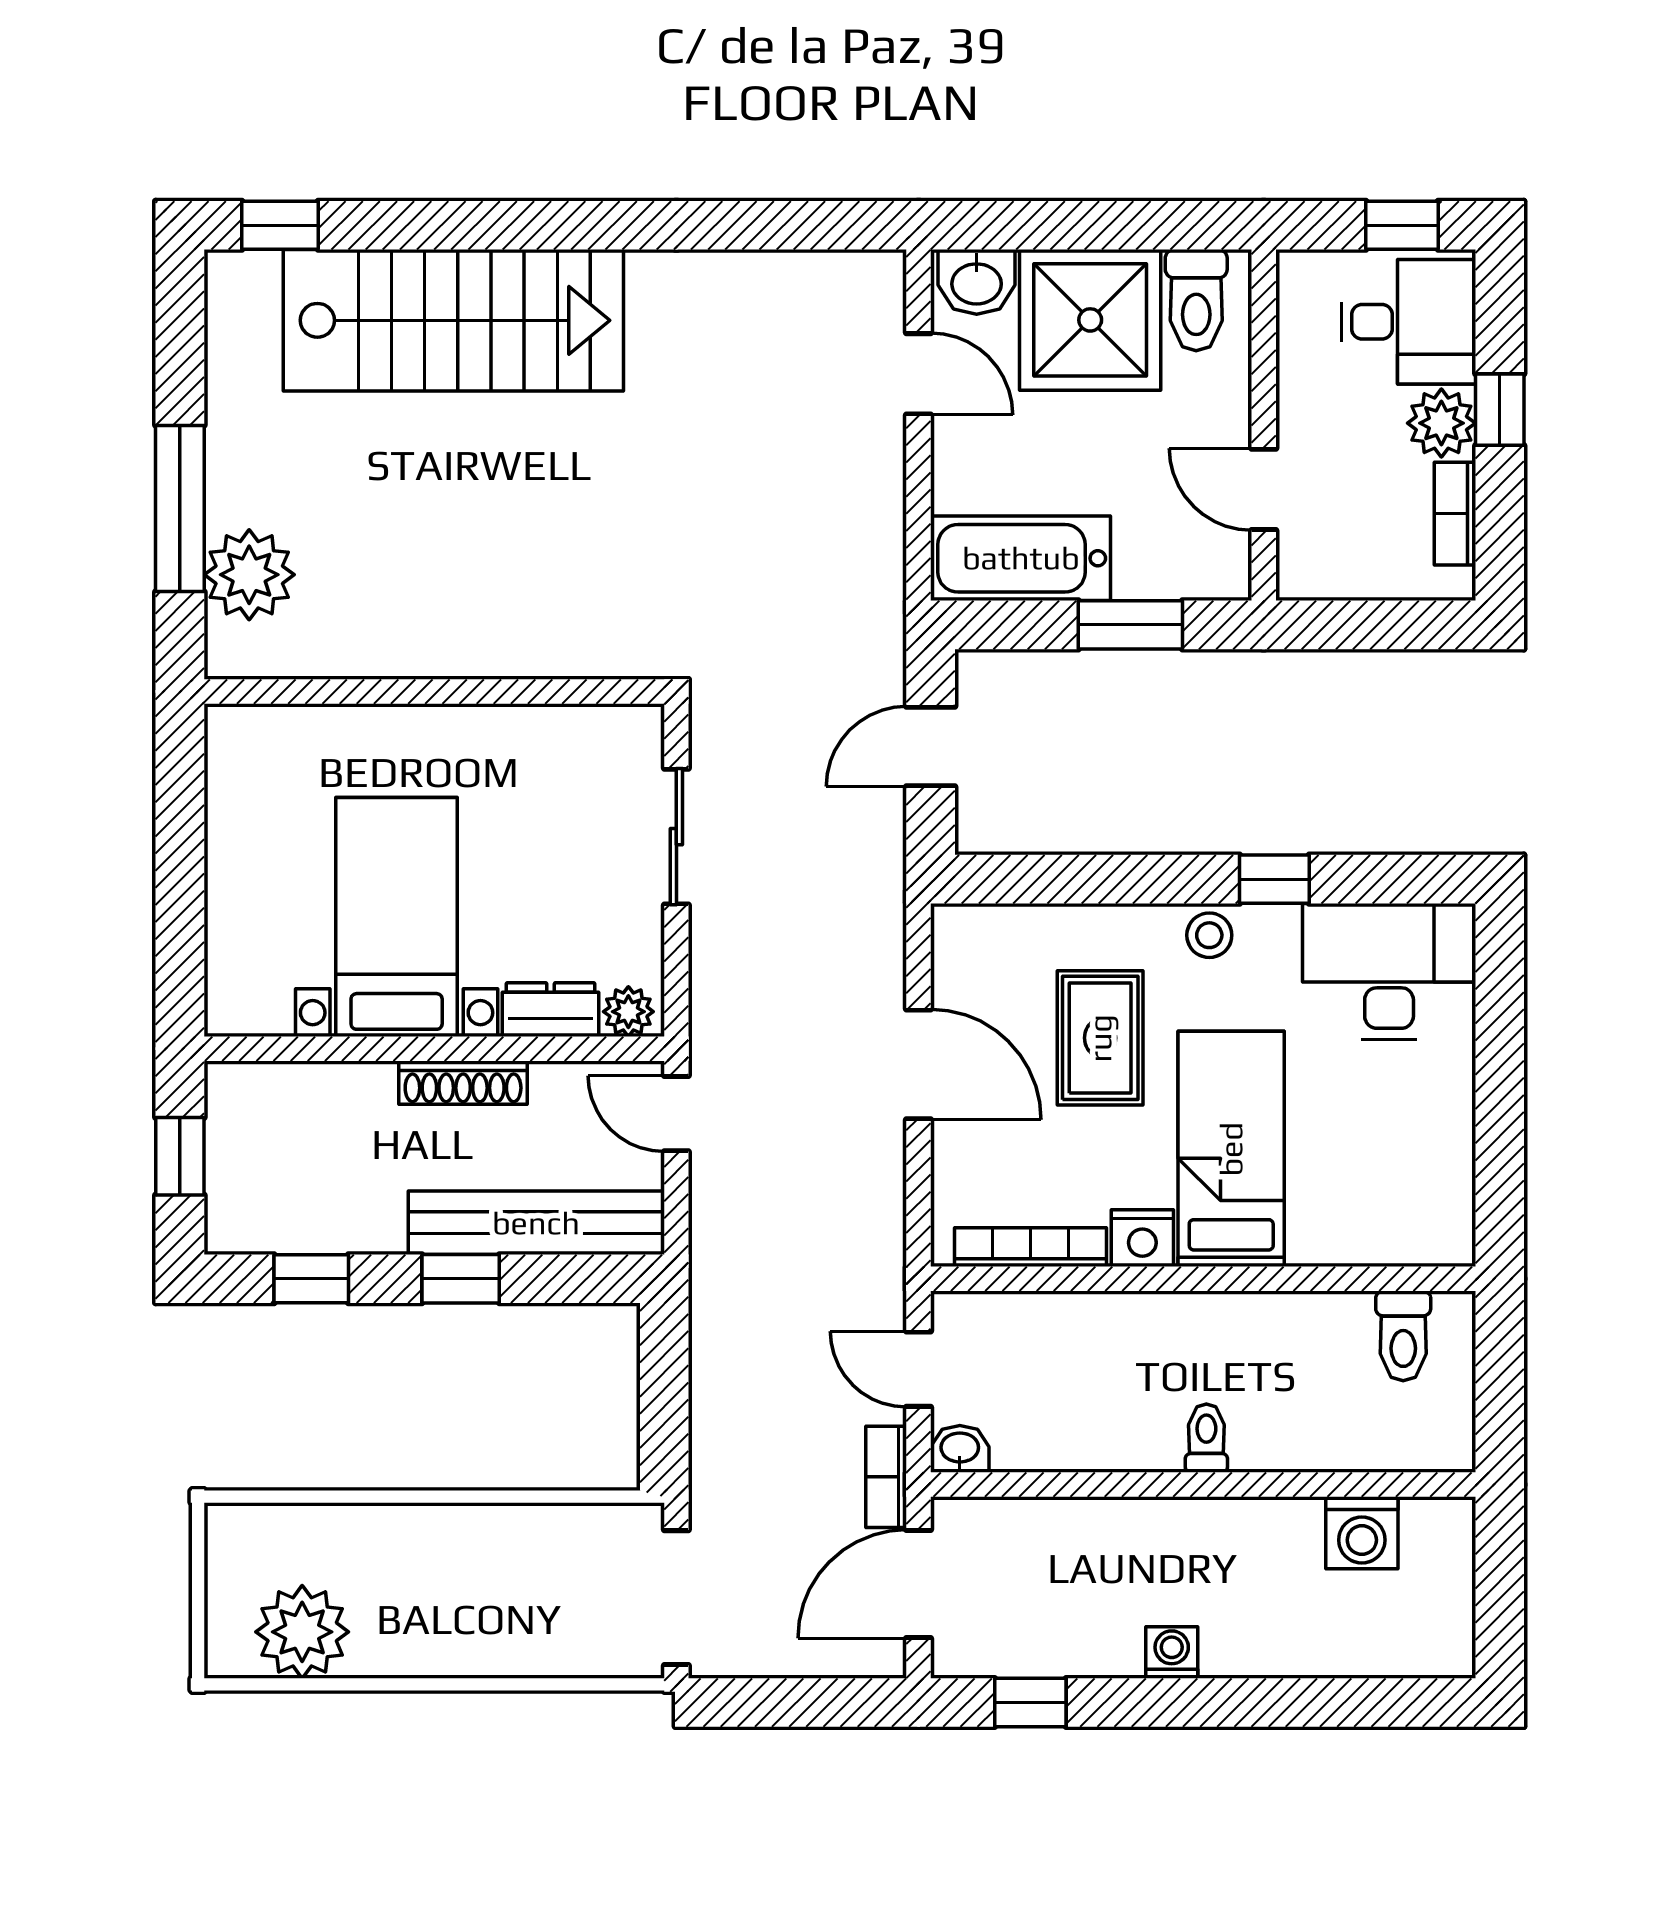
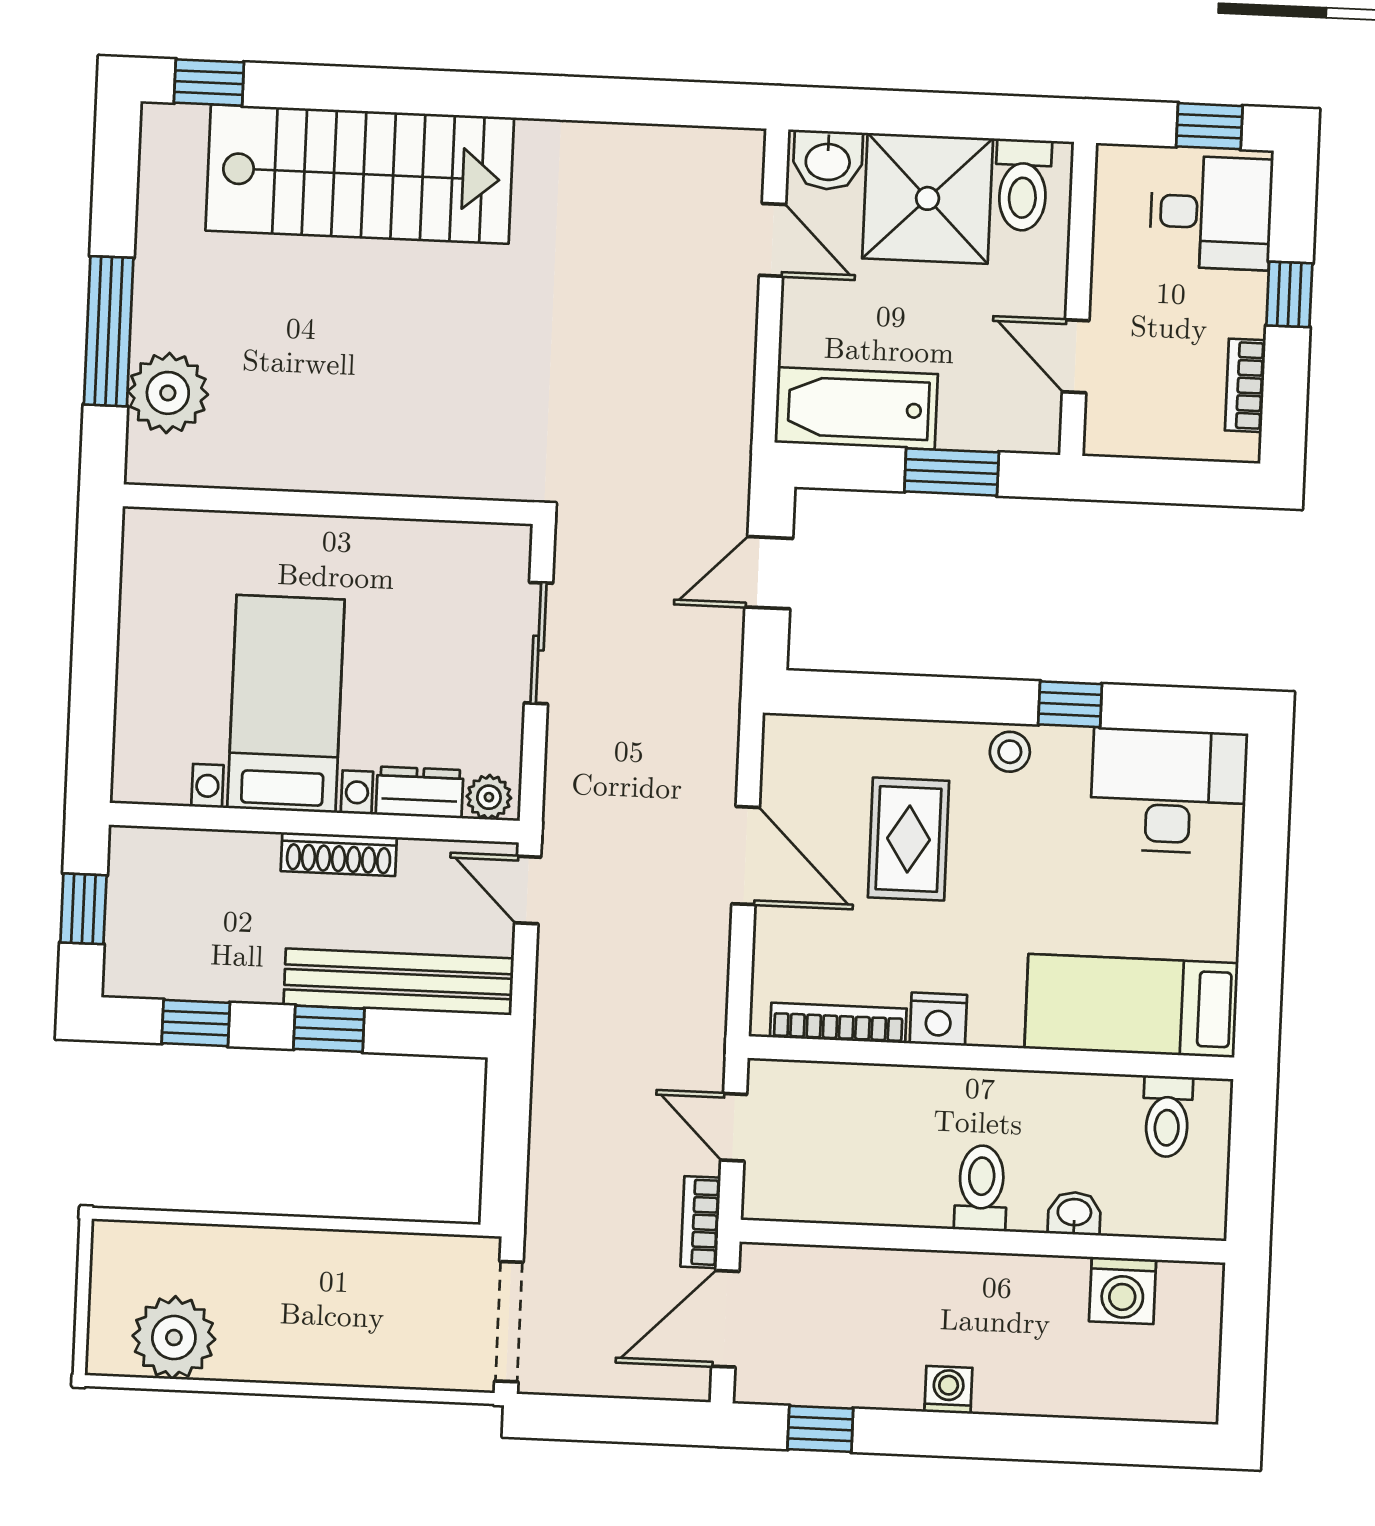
plant: (1441, 423) -> (1237, 304), removed
bed: (1231, 1149) -> (1131, 1006), moved, turned -90
toilet: (1206, 1438) -> (981, 1188), width x1.37, depth x1.39
washbasin: (960, 1449) -> (1074, 1213), moved

